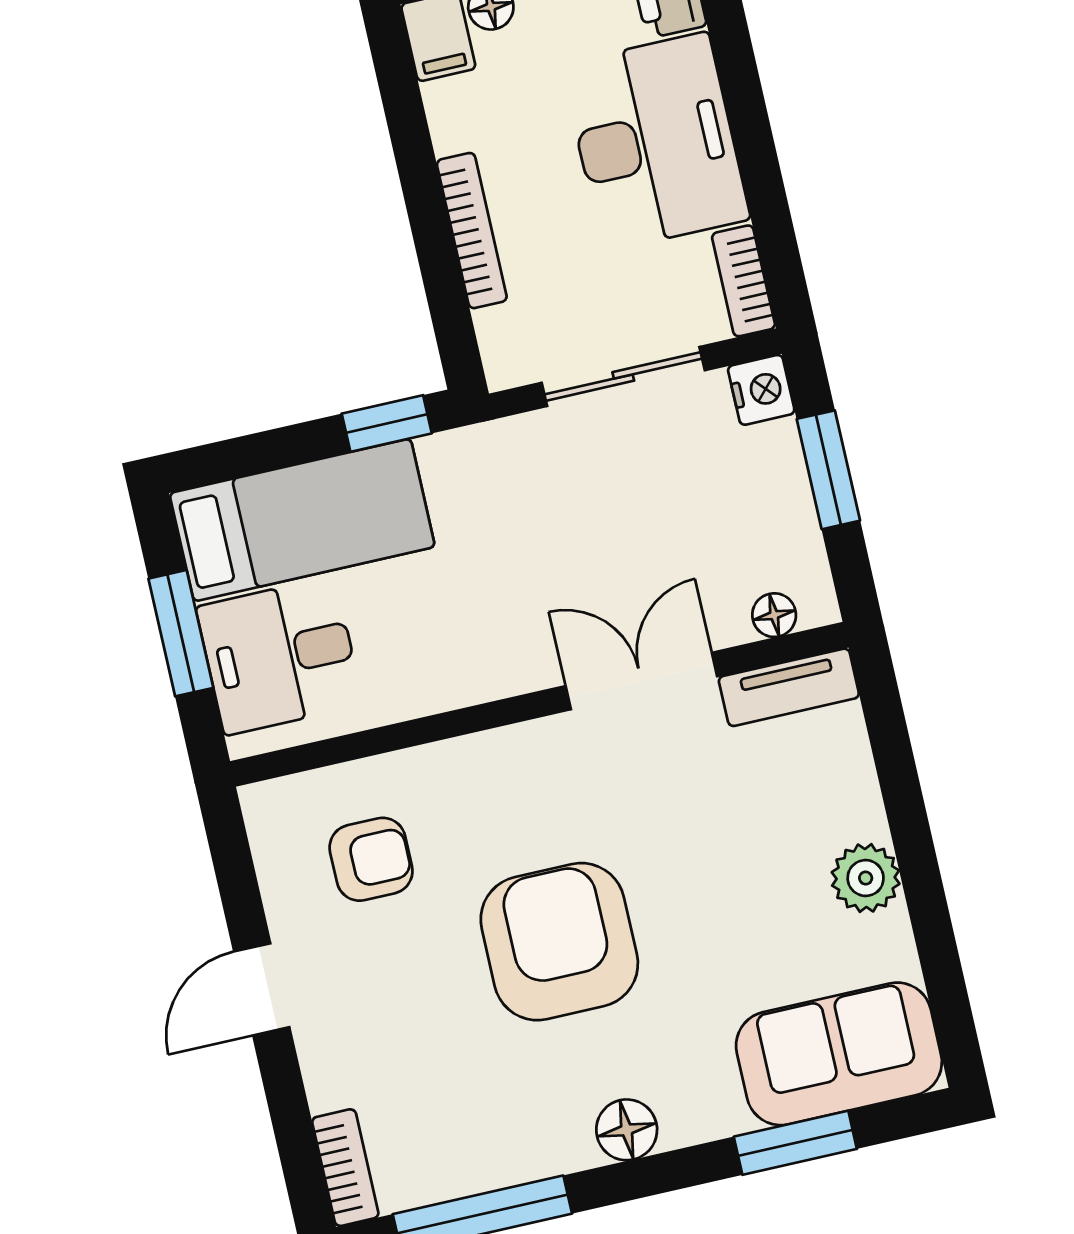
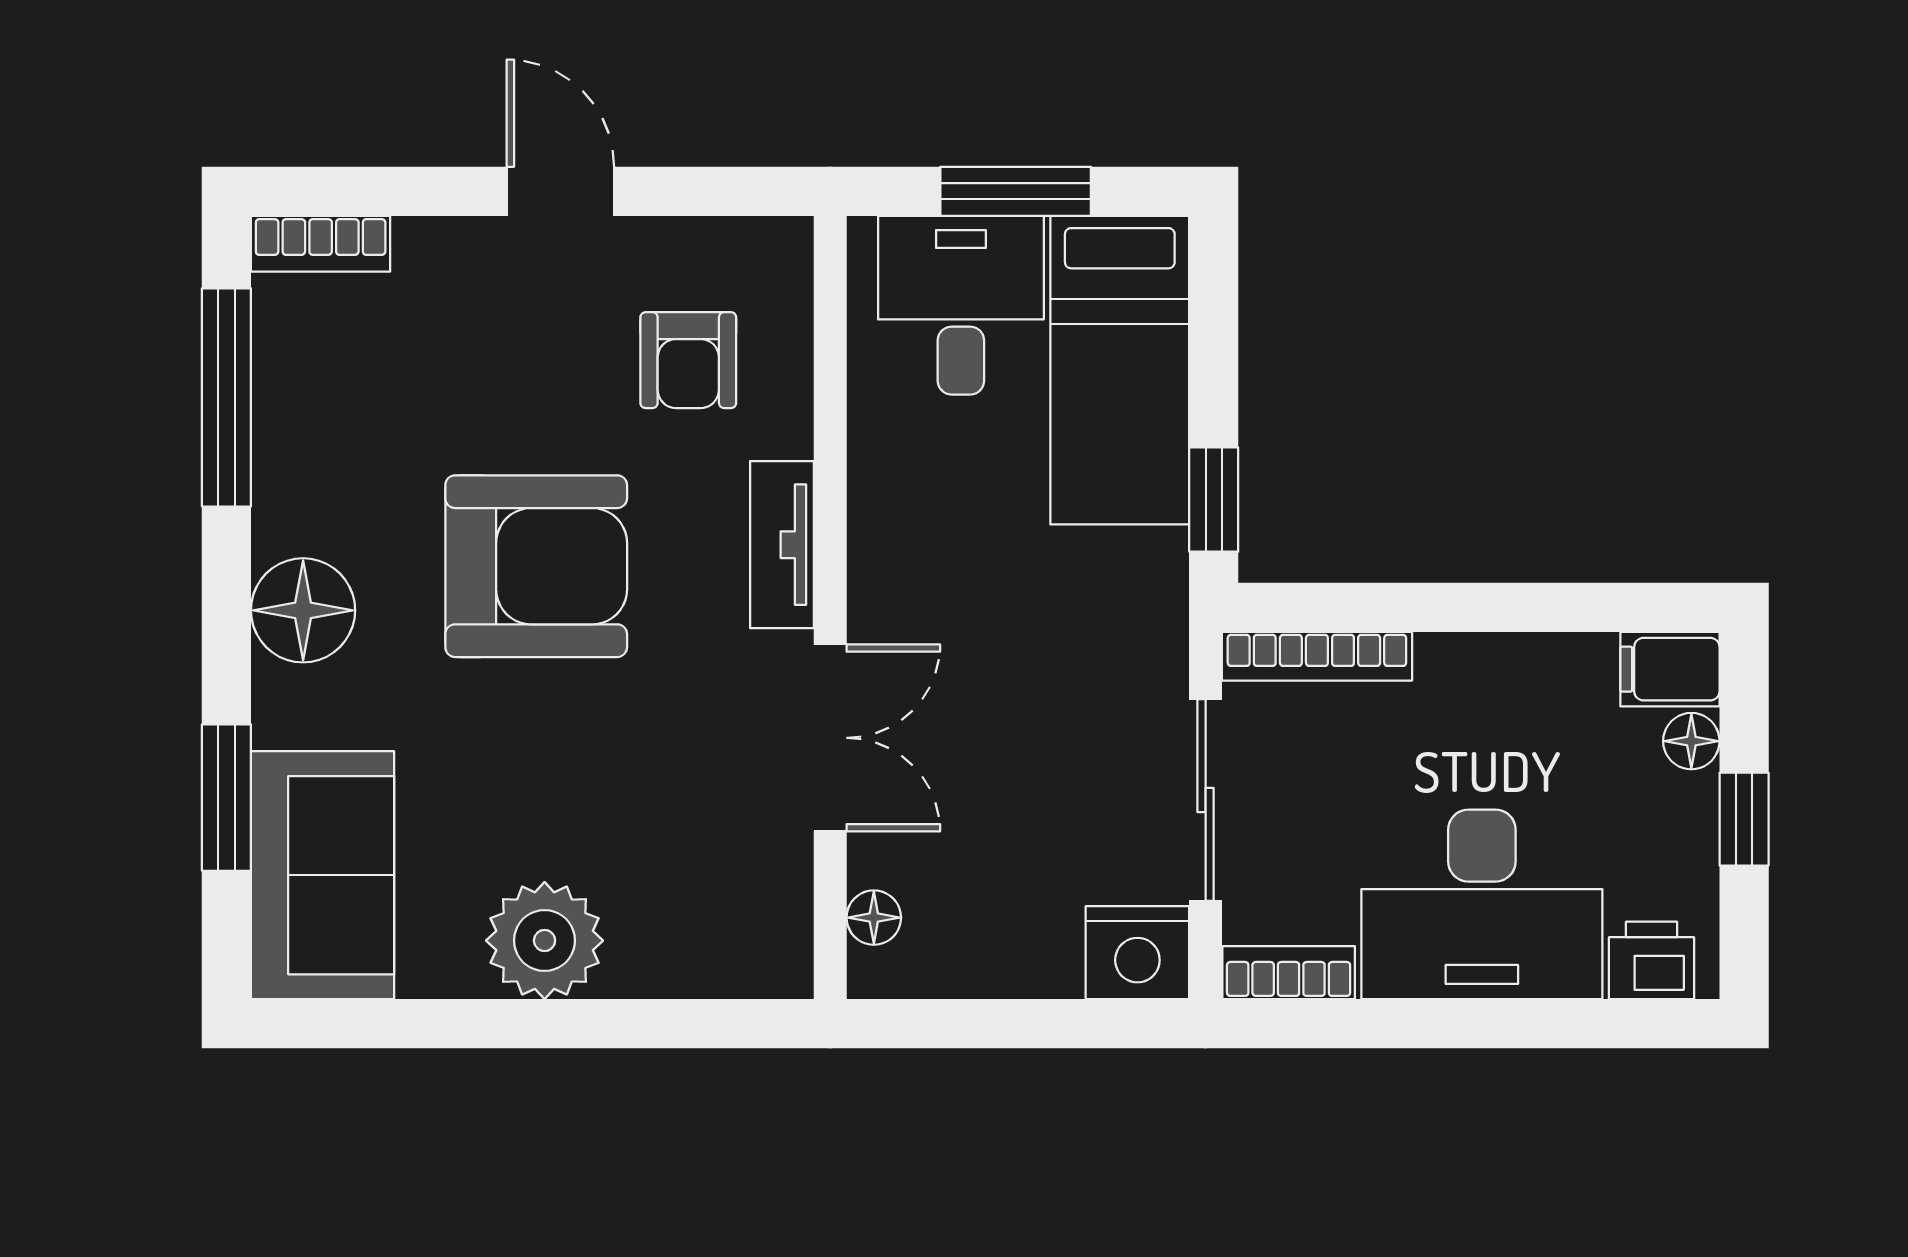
bookcase: (472, 231) -> (1317, 656), moved
nightstand: (761, 390) -> (1137, 953), width x1.36, depth x1.33
window: (828, 470) -> (1035, 1024), removed
tv unit: (789, 687) -> (782, 545), moved
plant: (866, 878) -> (545, 941), width x1.36, depth x1.36
floor lamp: (627, 1130) -> (303, 610), width x1.38, depth x1.38

